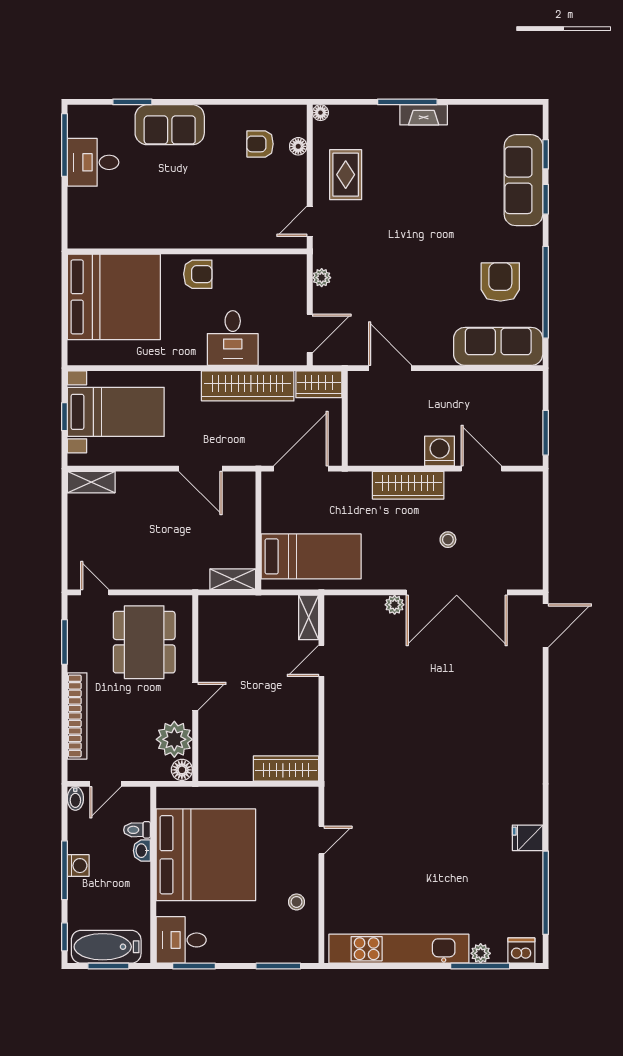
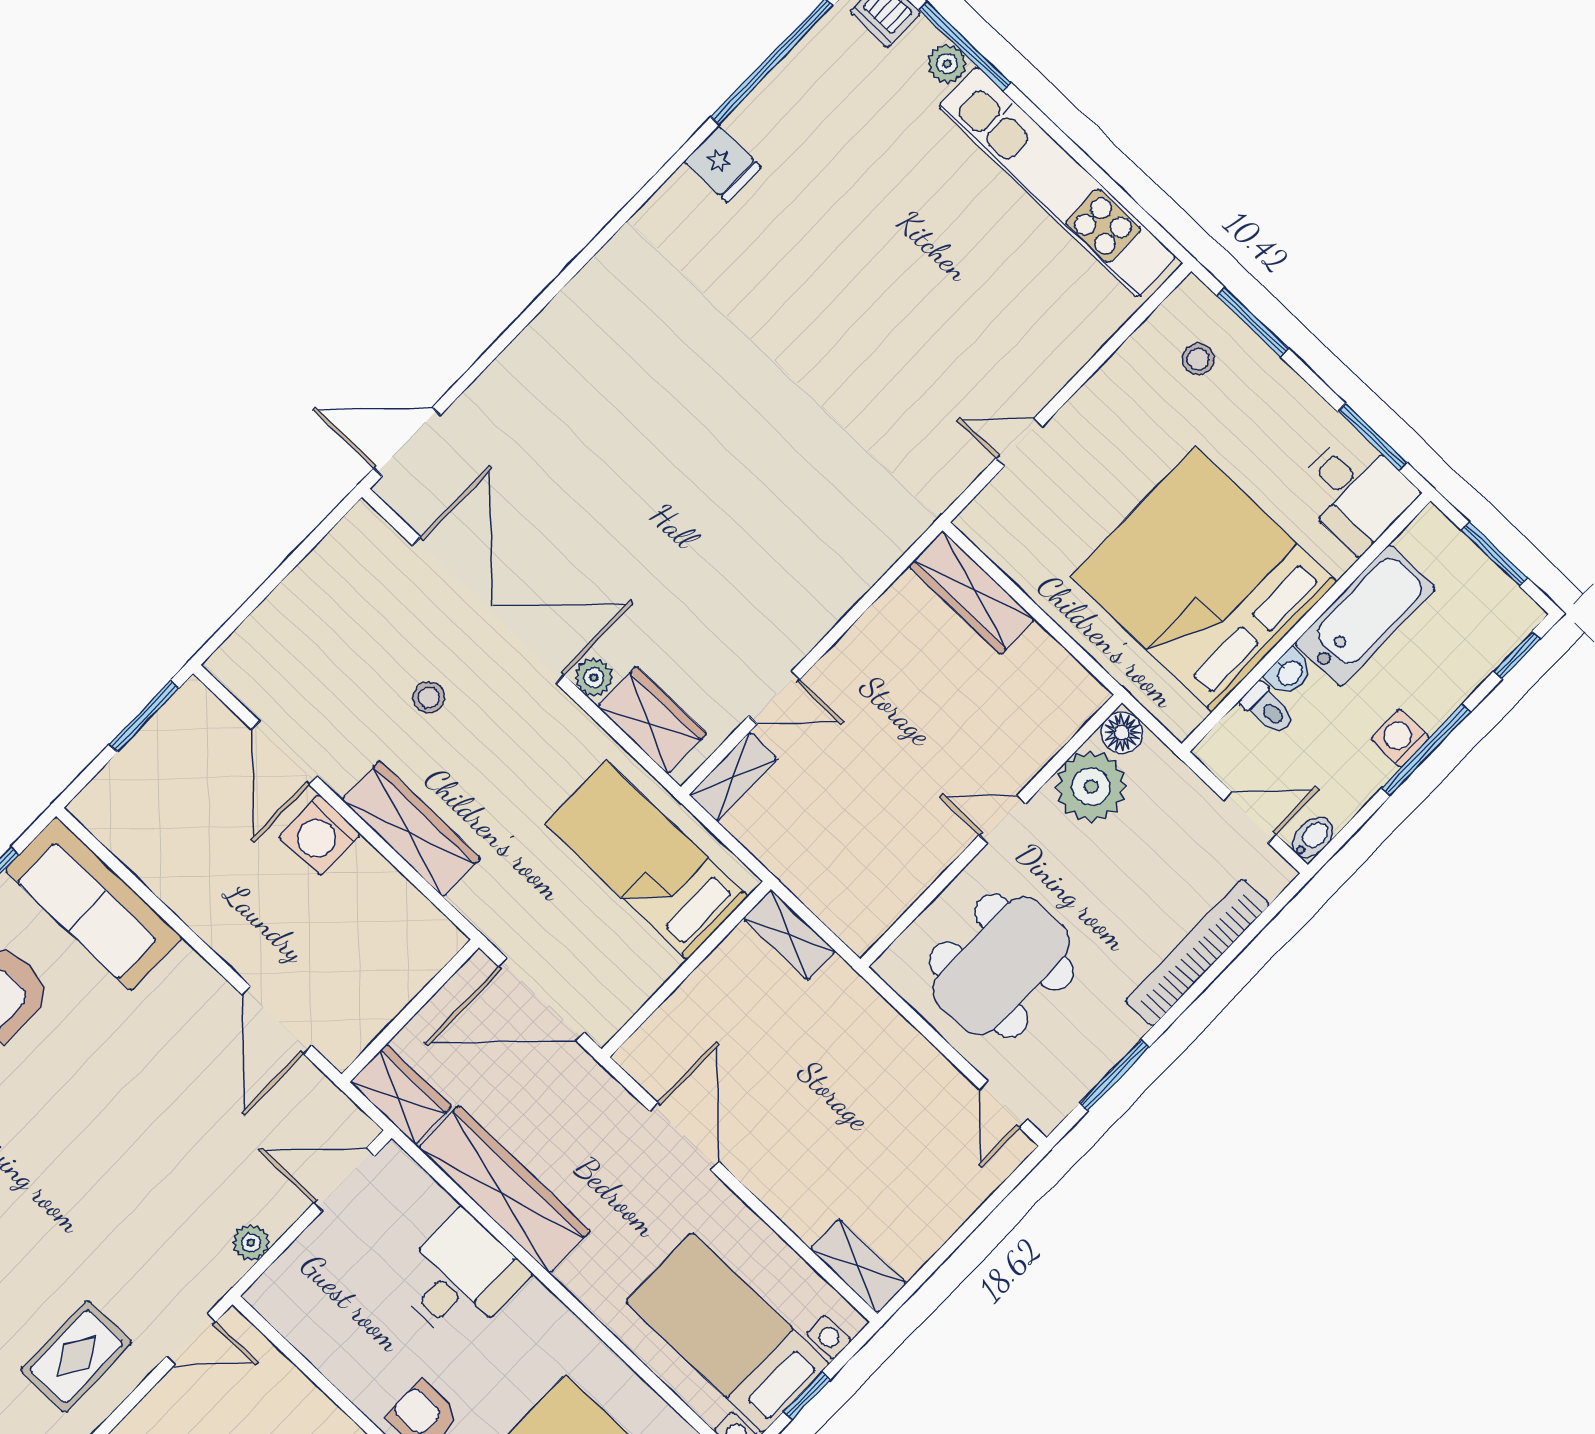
wardrobe: (358, 610) -> (652, 720), added
stool: (297, 902) -> (1198, 359), moved
bathtub: (106, 947) -> (1365, 616), moved, turned -90

